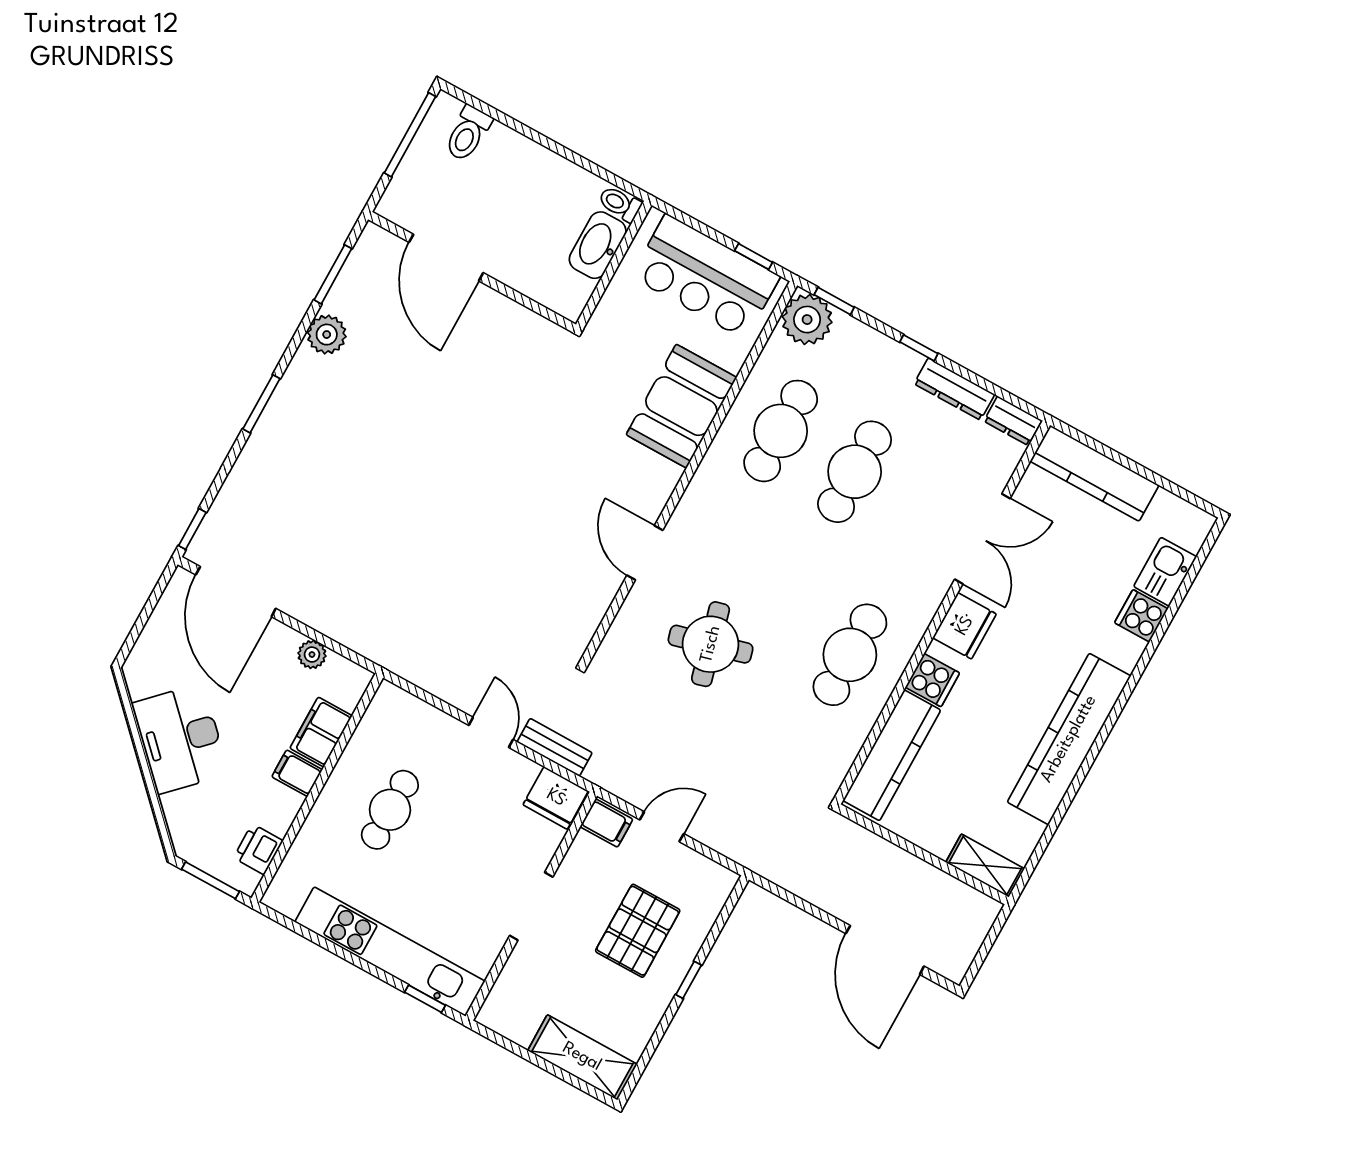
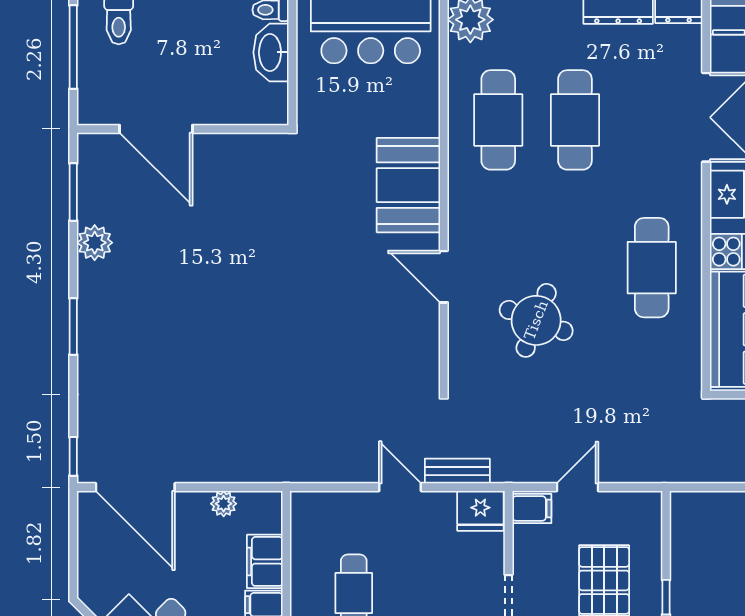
booth: (681, 406) -> (408, 185), moved
round table: (711, 644) -> (536, 320), turned 36

